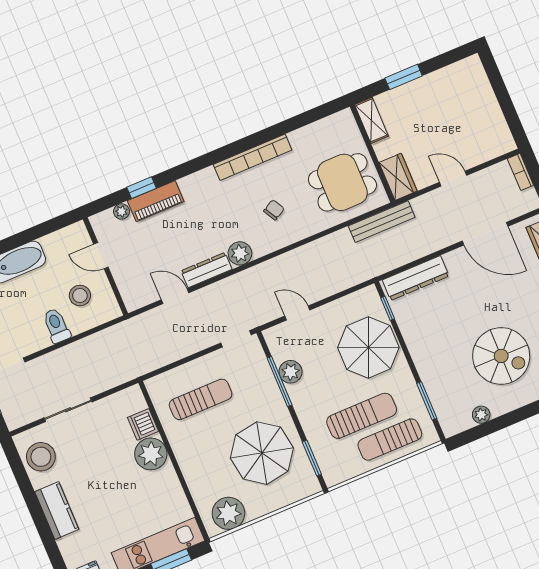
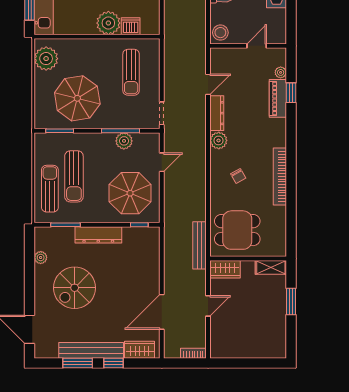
dining table: (342, 182) -> (237, 230), turned 90
dresser: (416, 278) -> (98, 235), moved, turned -90
stool: (80, 296) -> (220, 33), moved
parasol: (368, 347) -> (130, 193), moved

